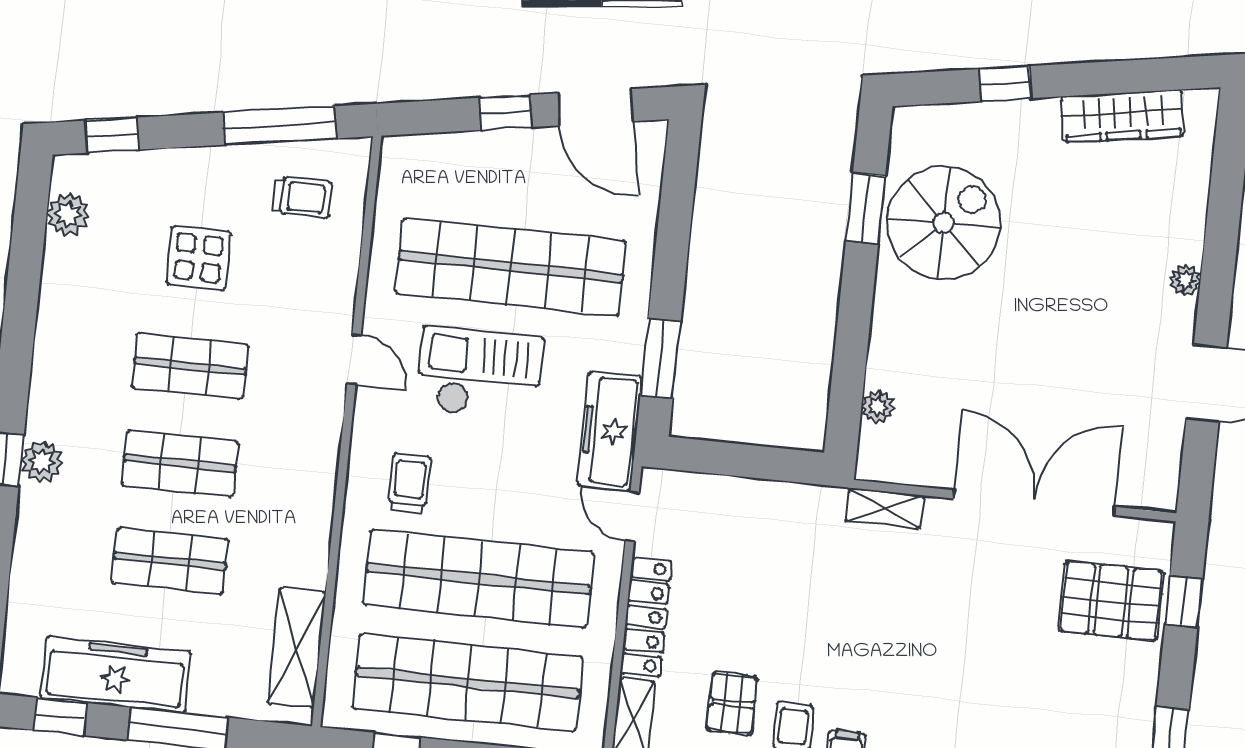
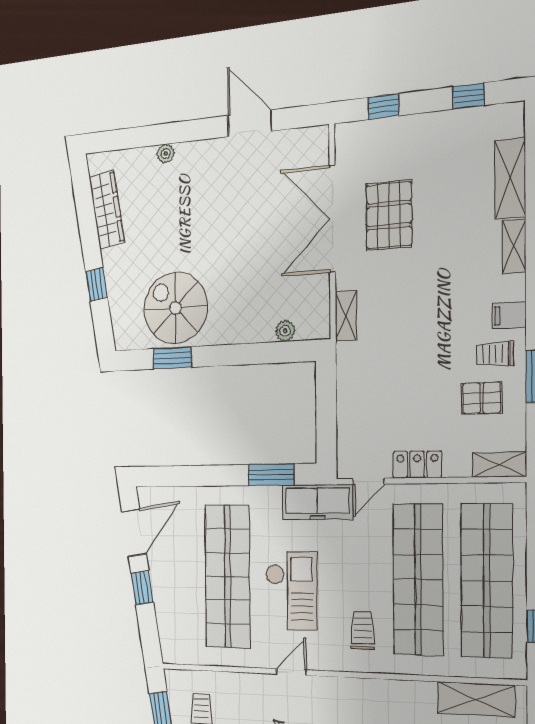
plant: (1185, 280) -> (166, 154), moved
checkout: (480, 373) -> (291, 590), turned 180
trolley: (410, 483) -> (363, 630), turned 90
pallet: (1111, 601) -> (389, 215), moved
locker: (646, 617) -> (417, 465), width x0.66

